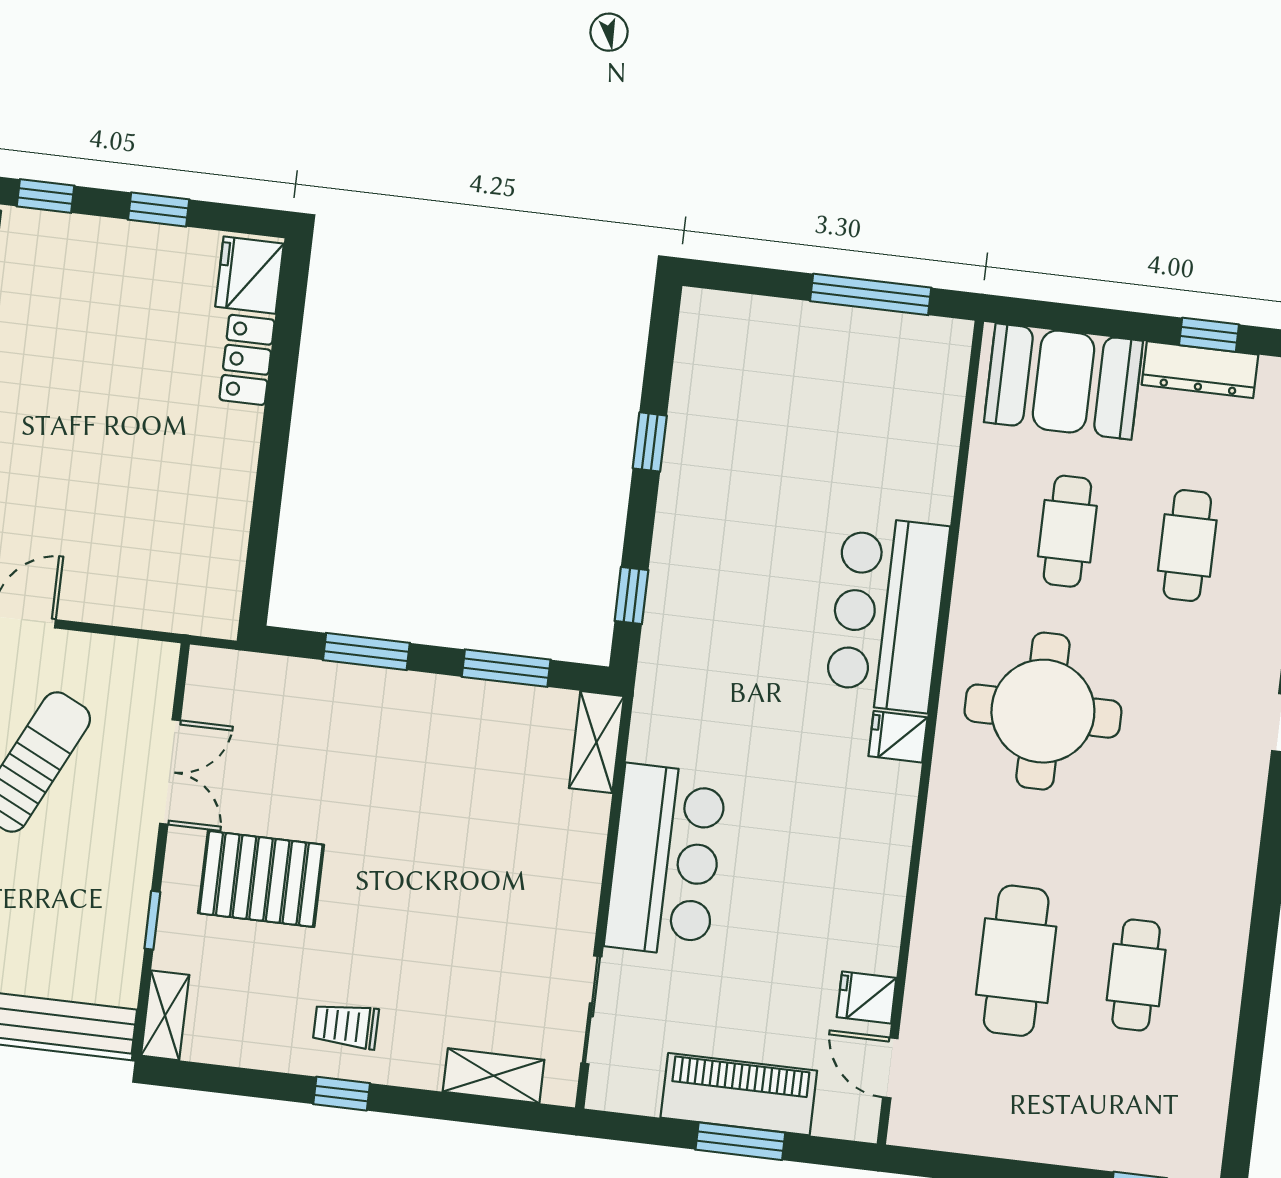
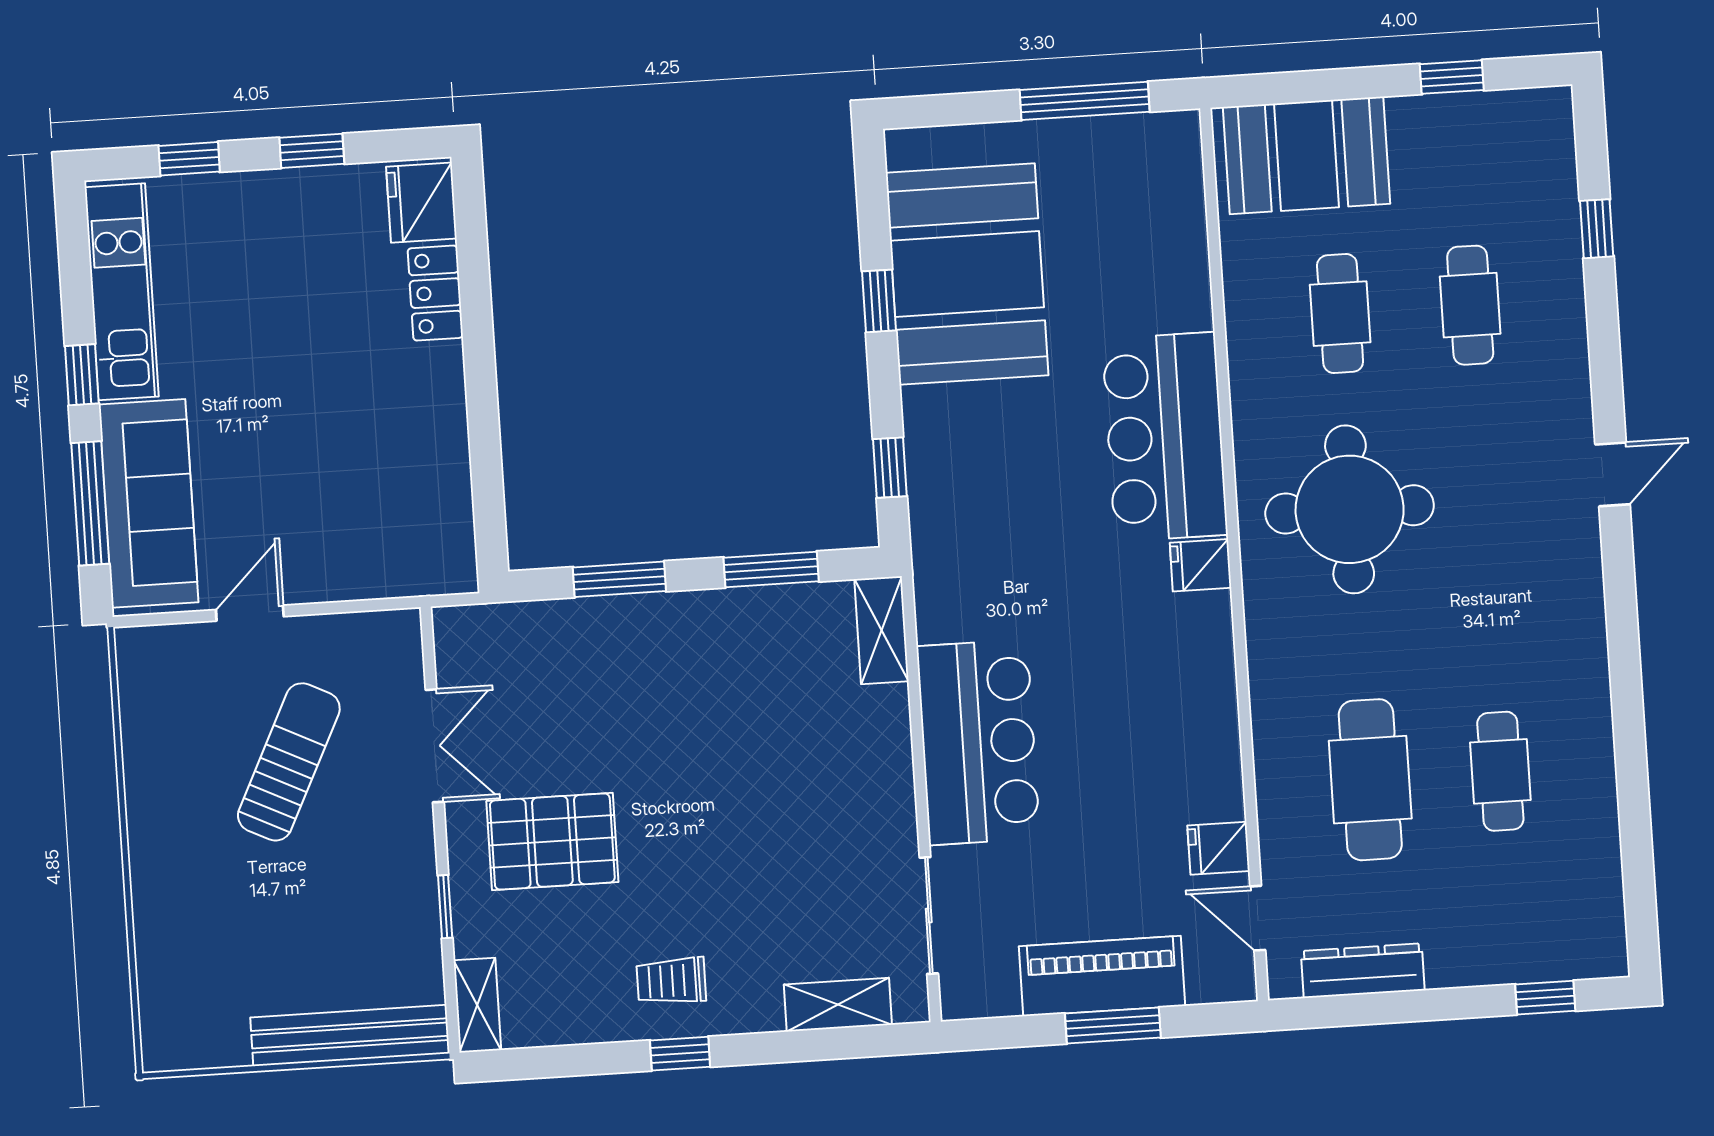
dresser: (1200, 370) -> (1363, 971), moved, turned 180
booth: (734, 432) -> (967, 274), added

